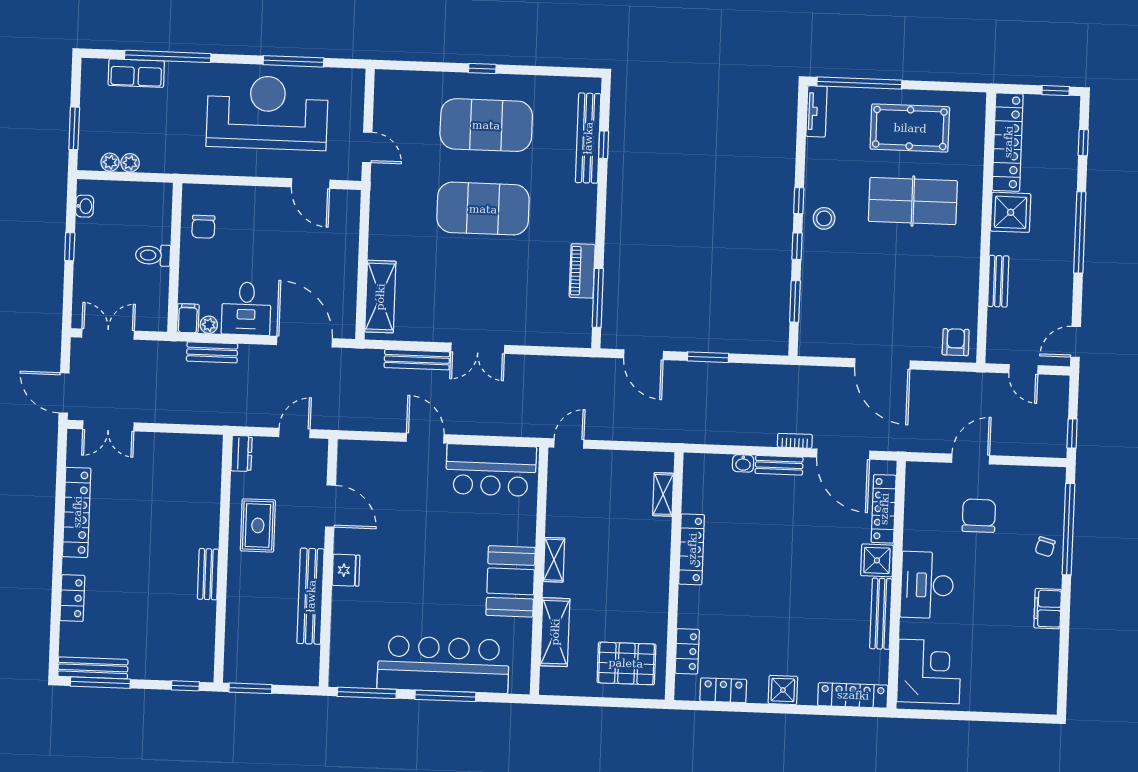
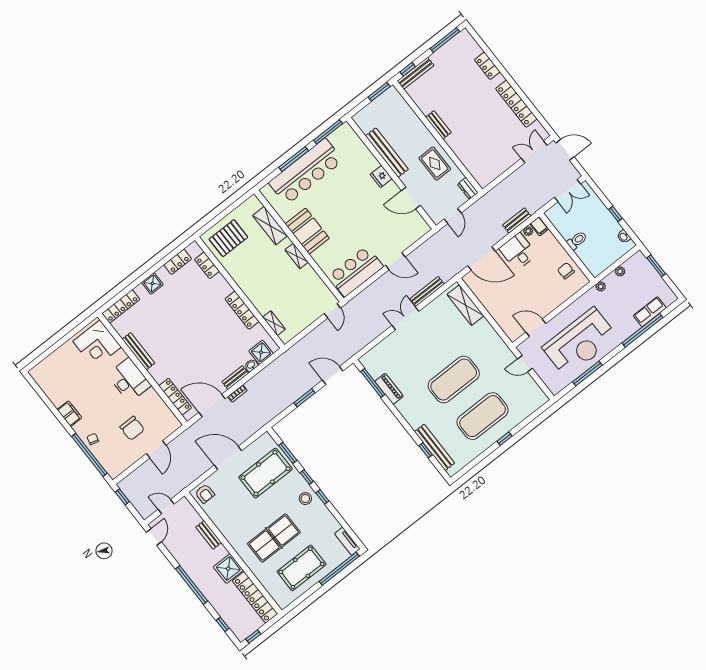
plant: (110, 162) -> (601, 286), moved
pool table: (849, 299) -> (265, 473), added
shower: (877, 560) -> (261, 352), moved
bench: (93, 668) -> (416, 73), moved

